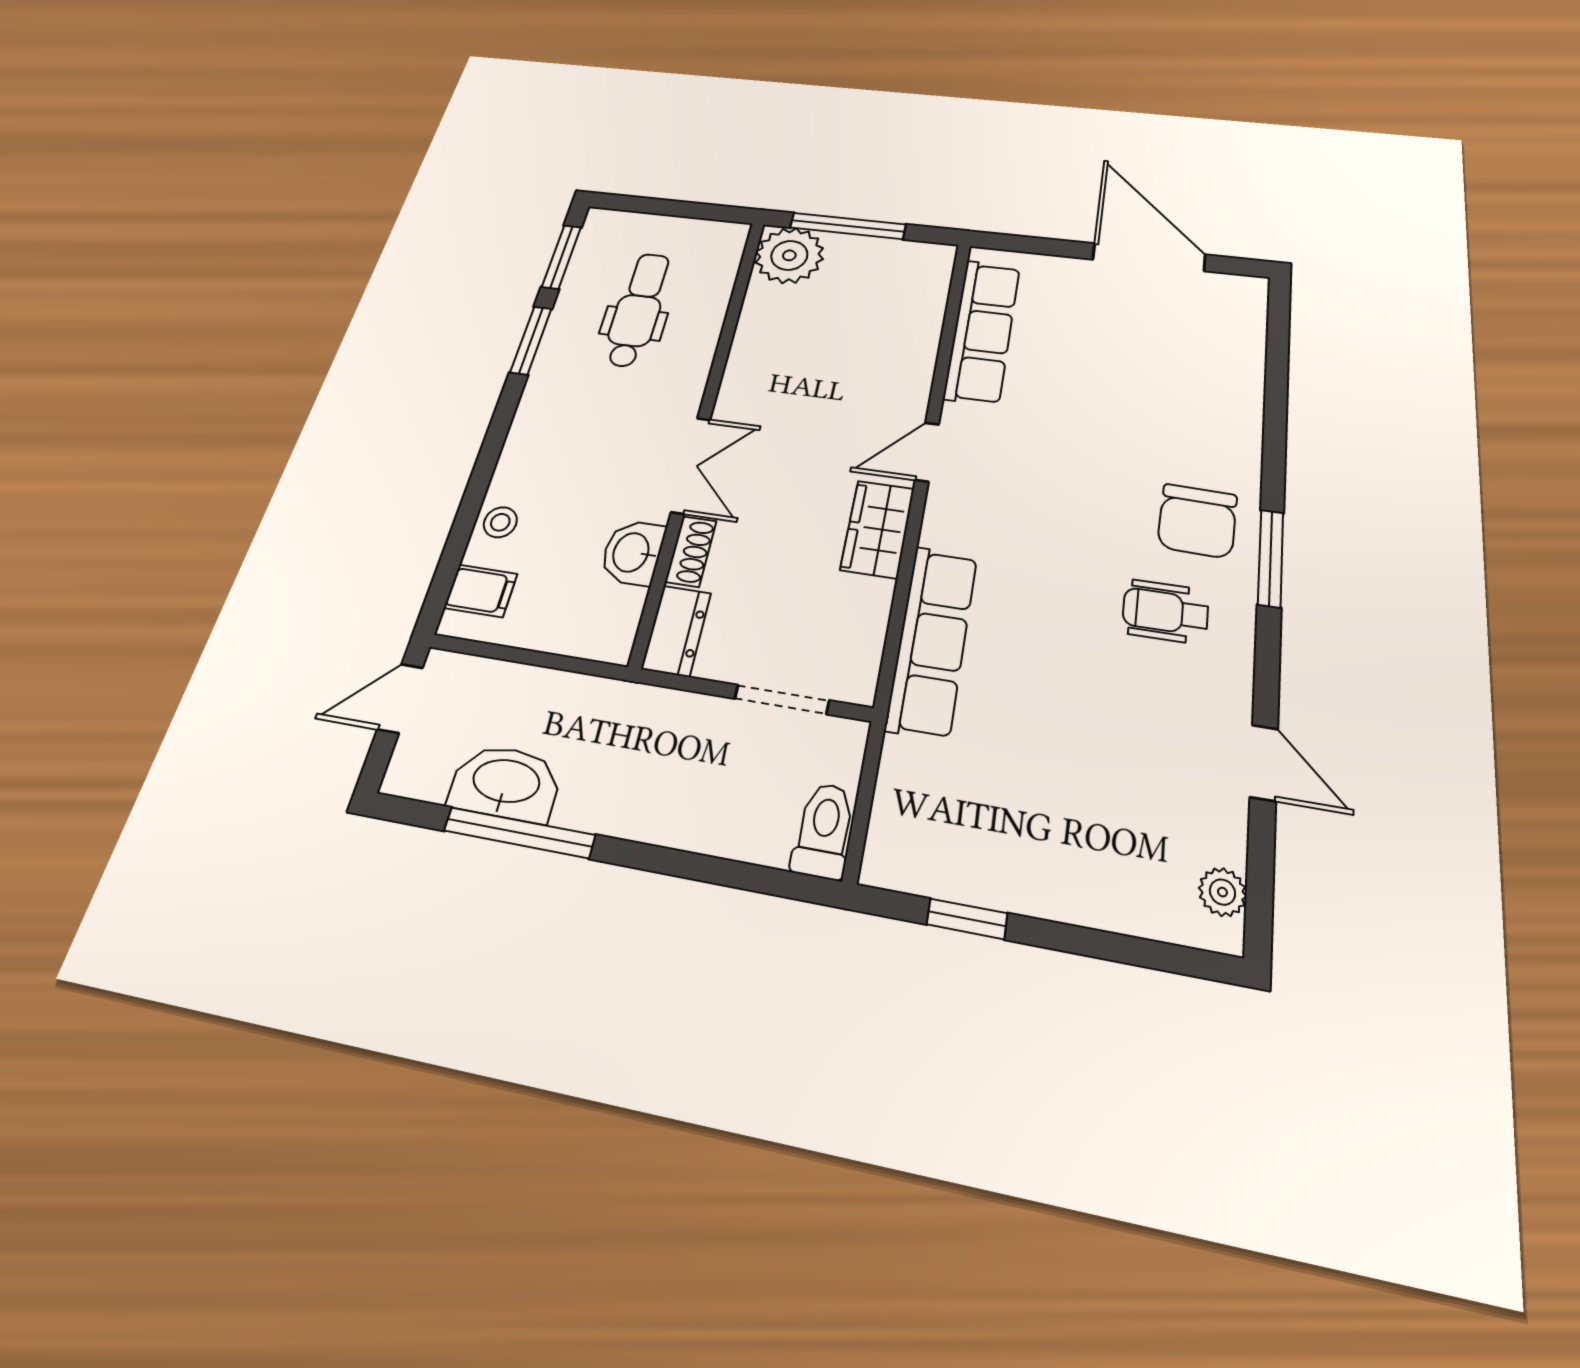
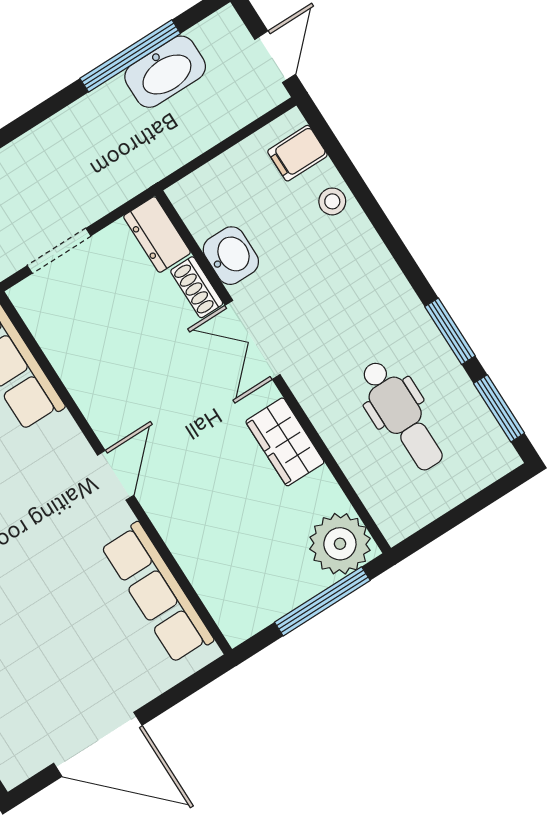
wardrobe: (878, 529) -> (285, 442), moved, turned 180

